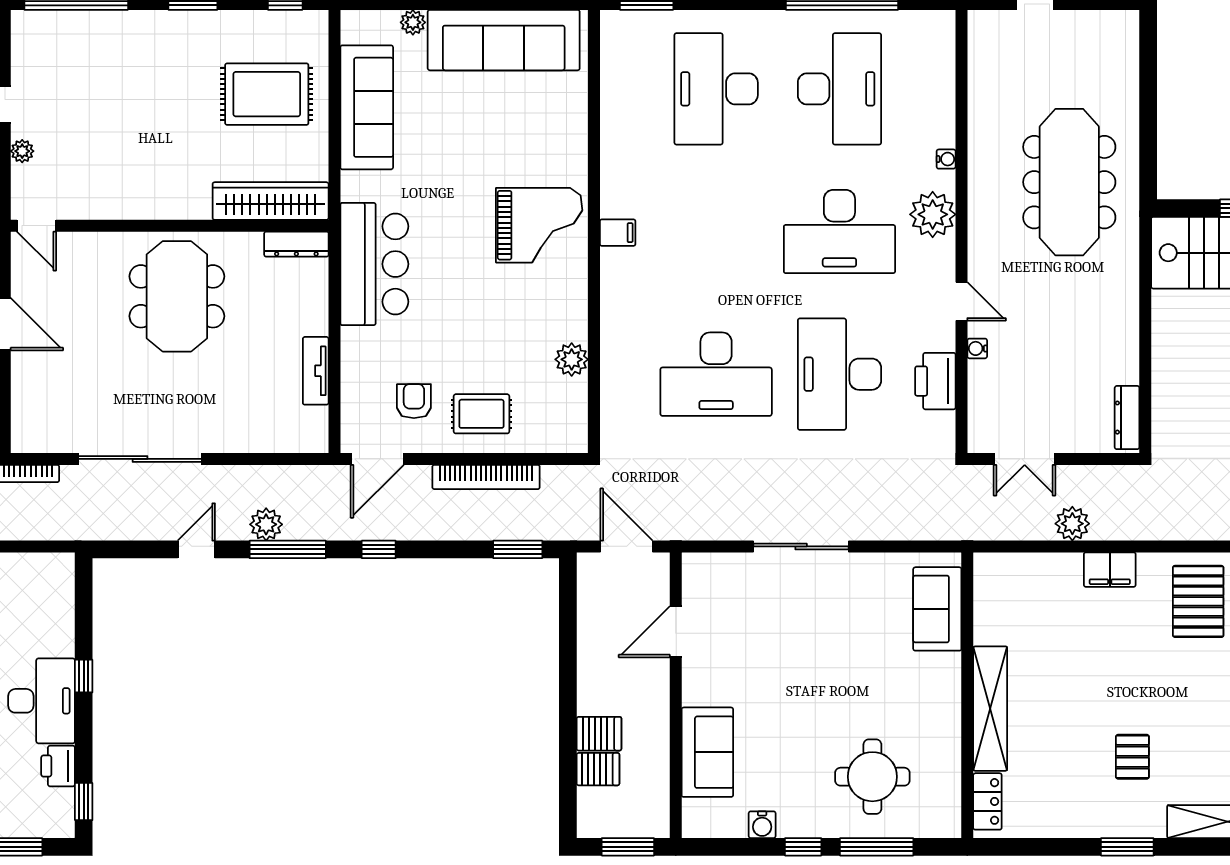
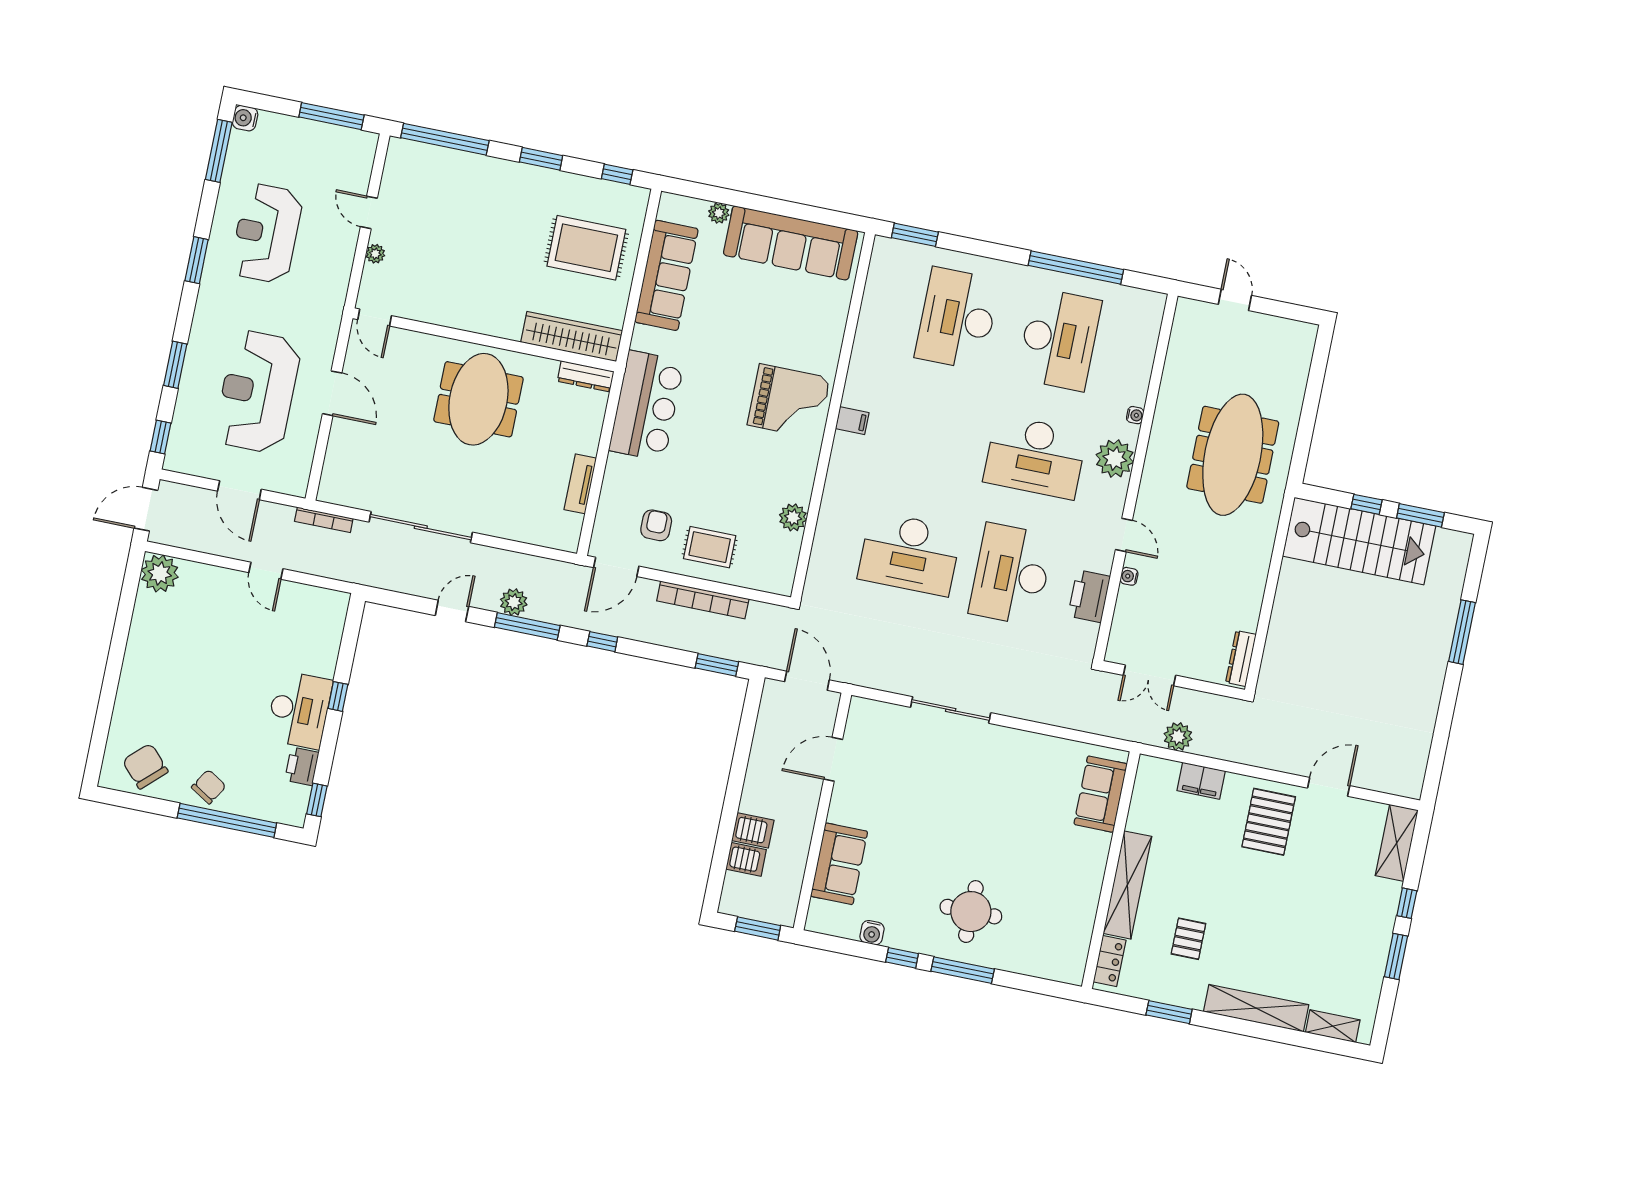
sofa: (937, 609) -> (1101, 794), moved
wall: (967, 695) -> (1111, 870), moved
shelving: (990, 709) -> (1127, 885), moved
locker: (987, 801) -> (1110, 961), moved

